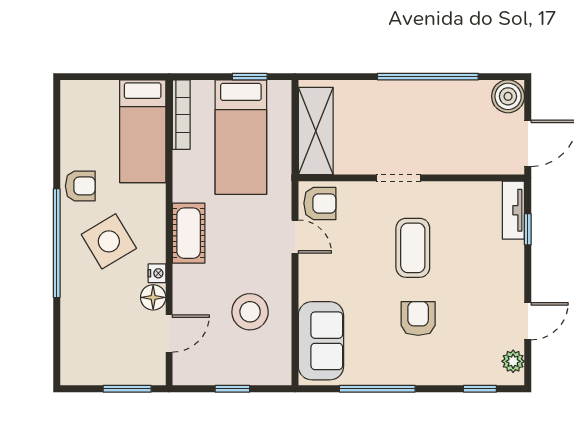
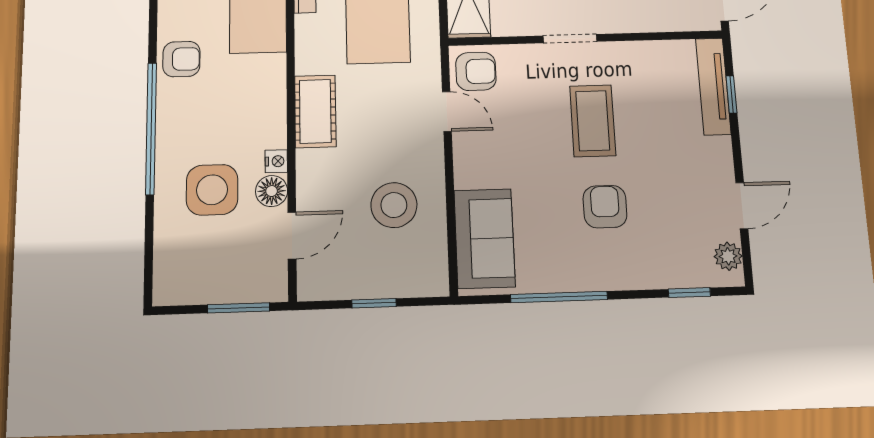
tv unit: (513, 210) -> (713, 86), width x1.41
side table: (109, 241) -> (212, 190), moved, turned 31

